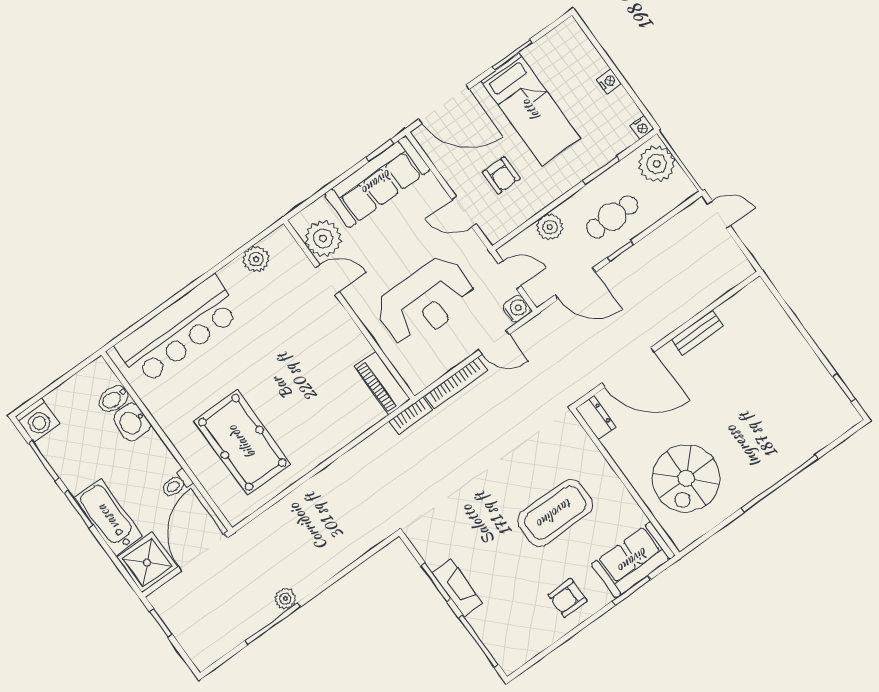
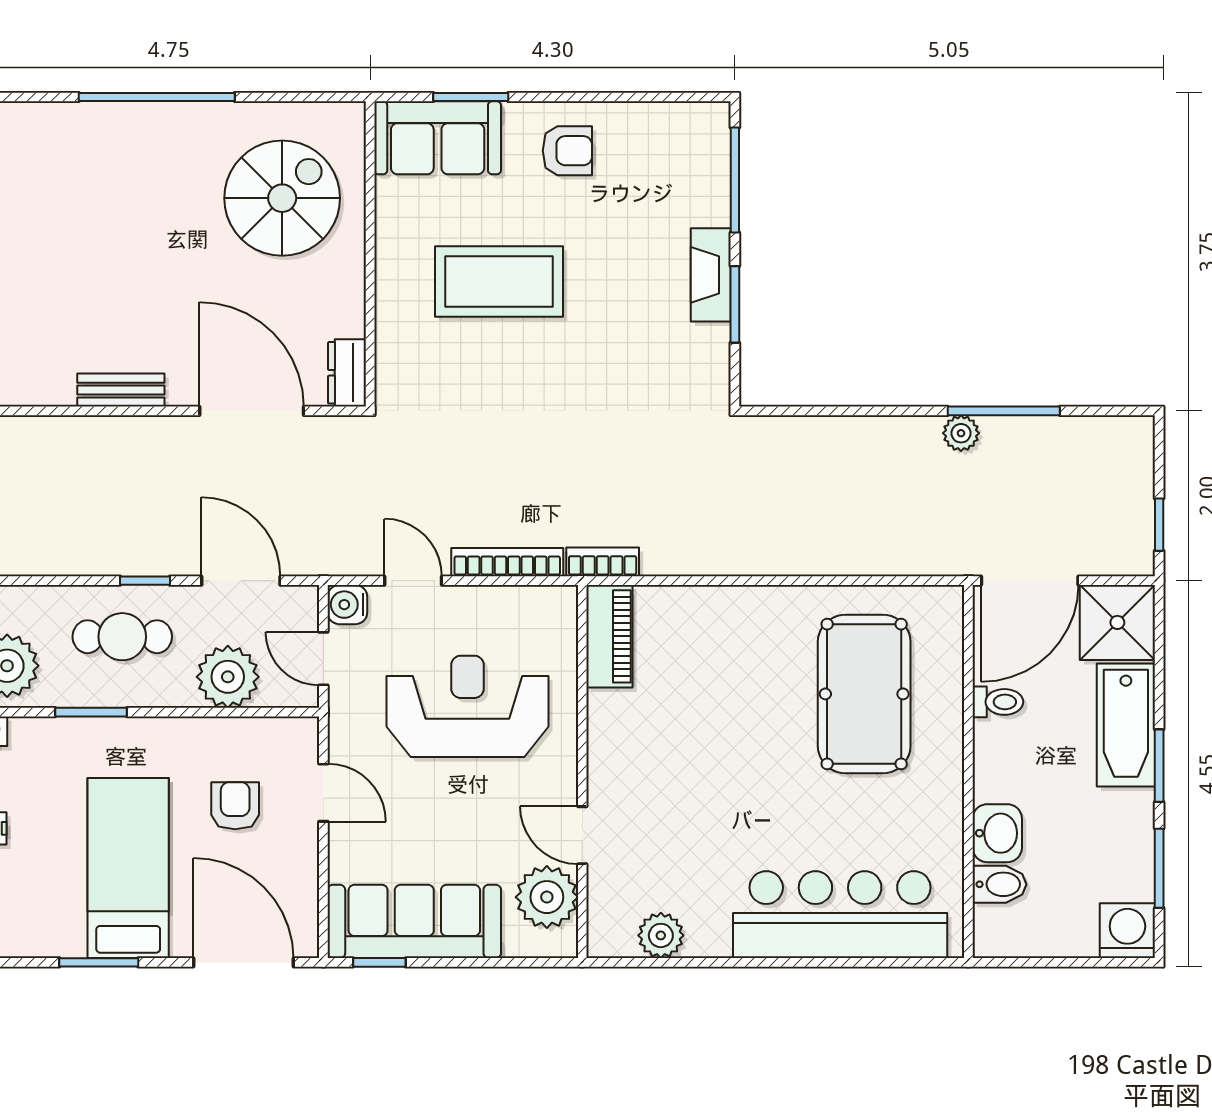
plant: (550, 227) -> (228, 677), width x1.36, depth x1.36

